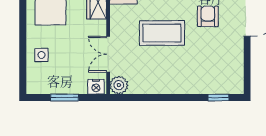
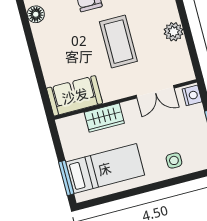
plant: (119, 85) -> (174, 32), moved

